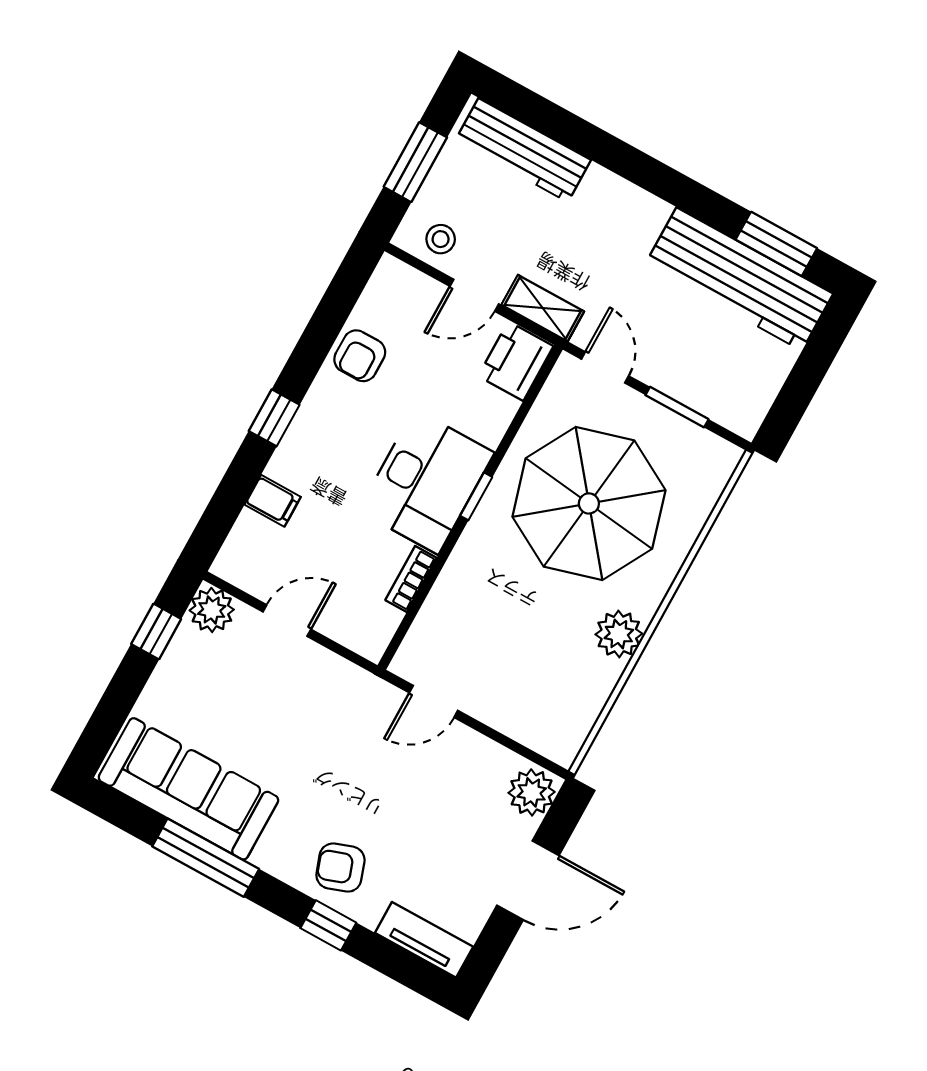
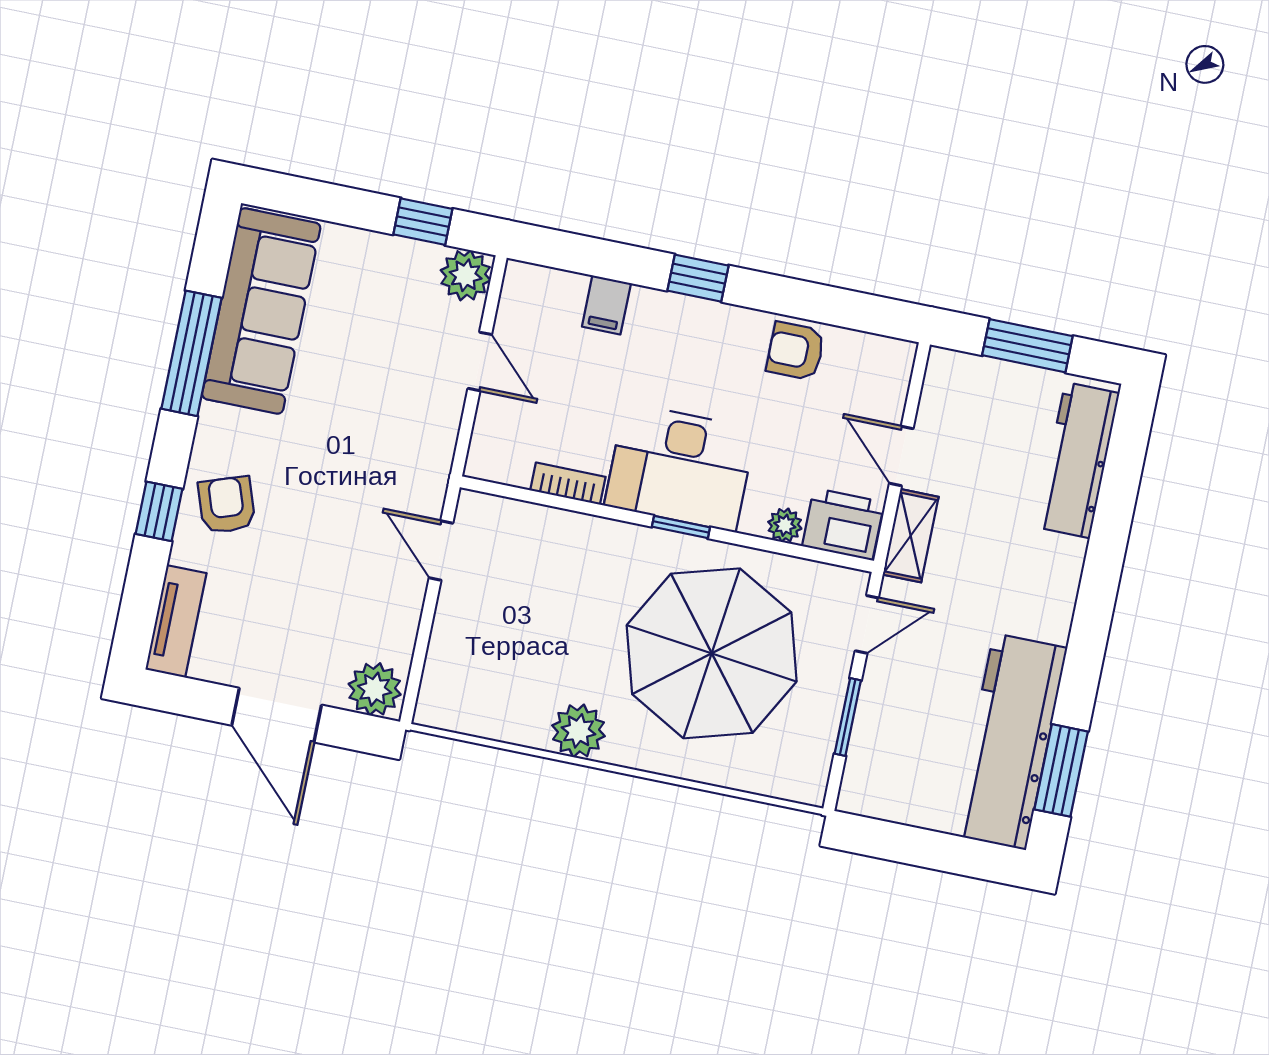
stool: (441, 239) -> (951, 400), removed
plant: (502, 410) -> (785, 525), added

